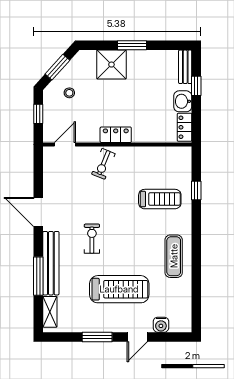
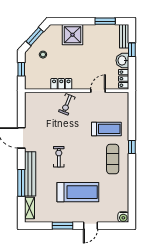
window: (132, 45) -> (105, 21), moved
locker: (116, 135) -> (61, 84), moved
door: (65, 144) -> (98, 91), moved
window: (196, 191) -> (132, 147), moved
exercise mat: (174, 256) -> (113, 159), moved
water cooler: (161, 325) -> (123, 217), moved

